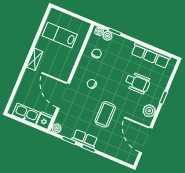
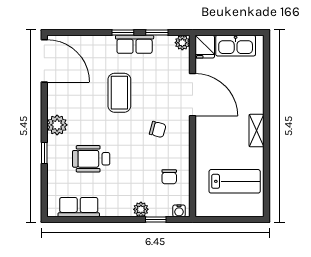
plant: (107, 36) -> (141, 209), moved
row of seats: (151, 55) -> (79, 207), width x0.68
door: (146, 140) -> (44, 61), moved

